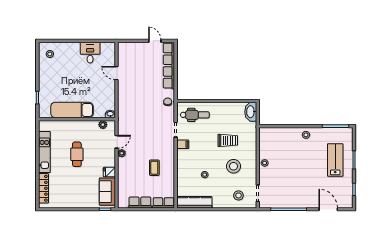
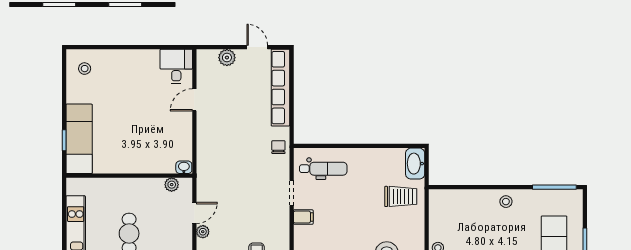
plant: (136, 47) -> (227, 58), added
desk: (90, 53) -> (176, 66), moved
door: (117, 73) -> (194, 100), hinge flipped
exam couch: (72, 110) -> (79, 139), moved, turned 90
trolley: (228, 140) -> (401, 196), moved

